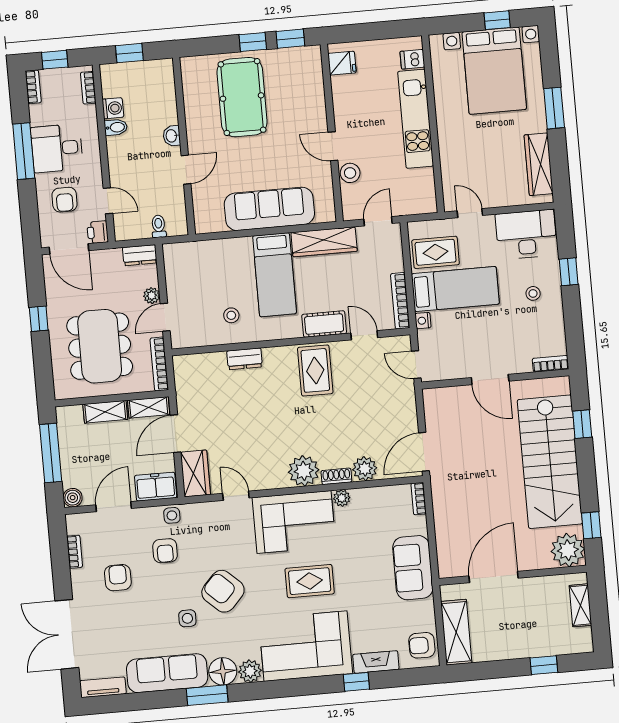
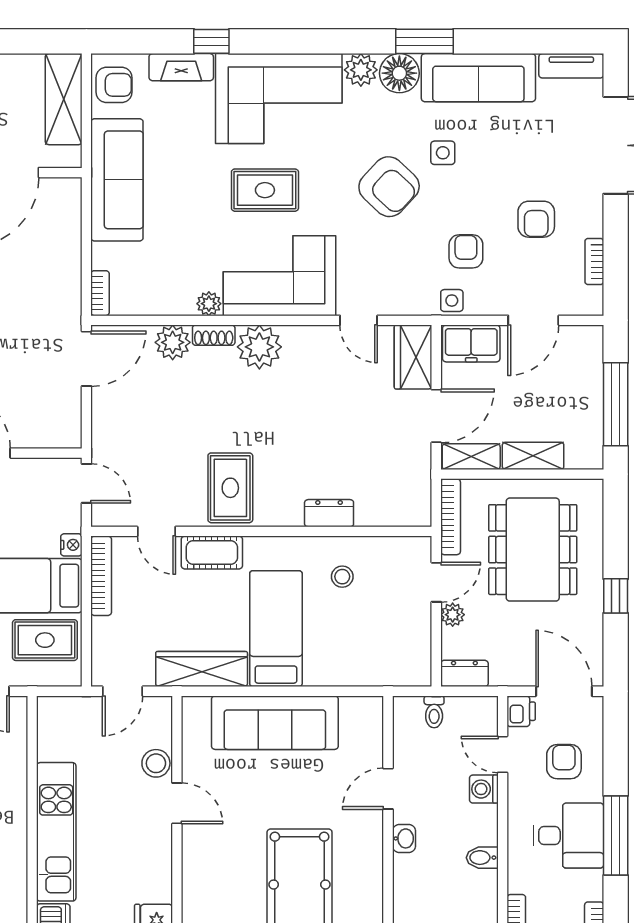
washing machine: (113, 108) -> (484, 789), moved
boiler: (73, 498) -> (590, 338), removed
sofa: (413, 568) -> (117, 180), width x1.36

